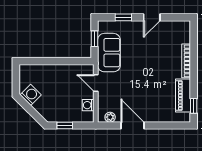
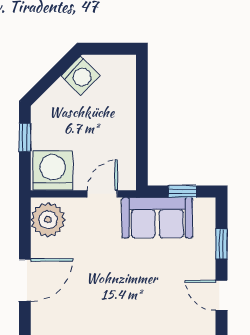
washing machine: (88, 105) -> (53, 170), width x1.89, depth x1.89
plant: (110, 117) -> (48, 220), width x1.87, depth x1.87
door: (132, 126) -> (25, 280), moved

